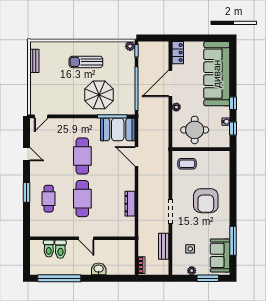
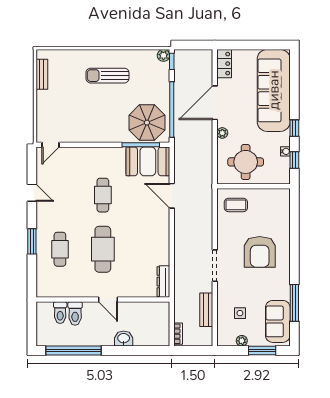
parasol: (99, 95) -> (147, 123), moved
cafe table: (82, 156) -> (103, 195), width x0.73, depth x0.74
dresser: (130, 204) -> (163, 282), moved

